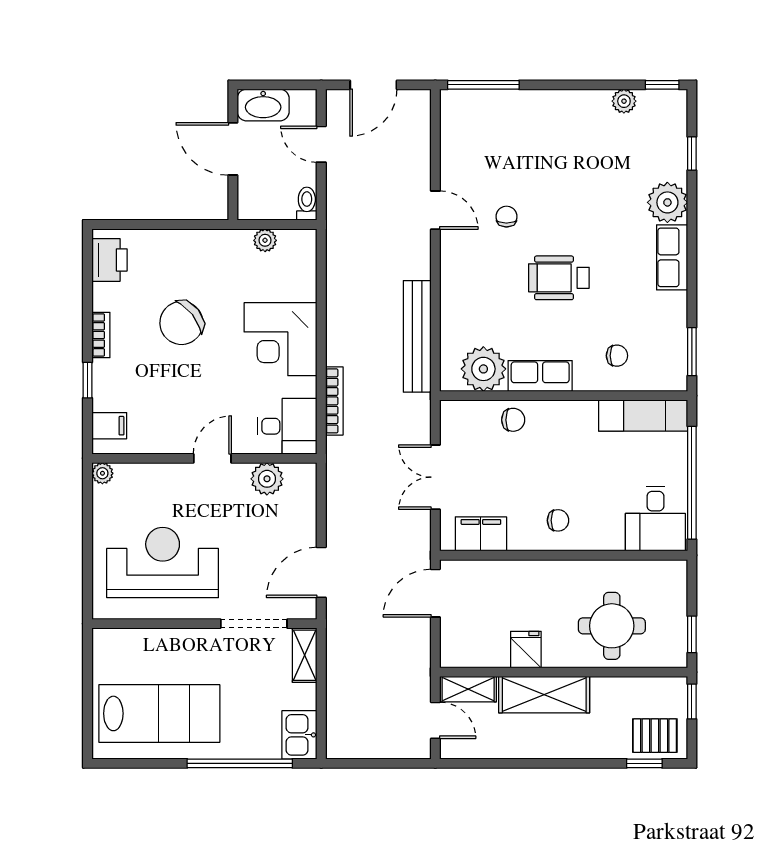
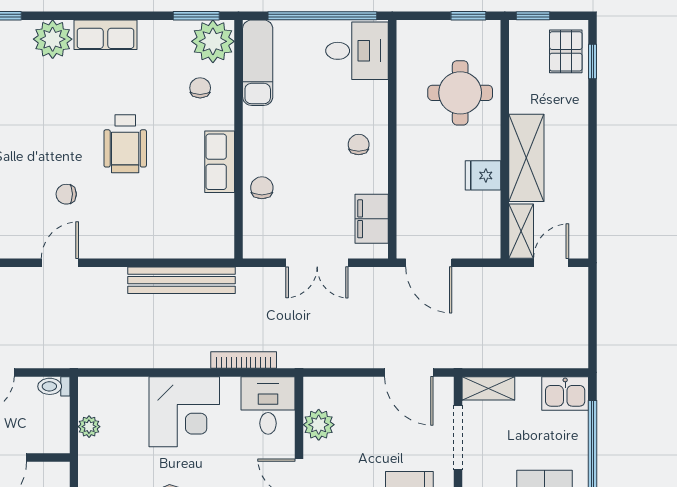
plant: (483, 369) -> (213, 41), moved

